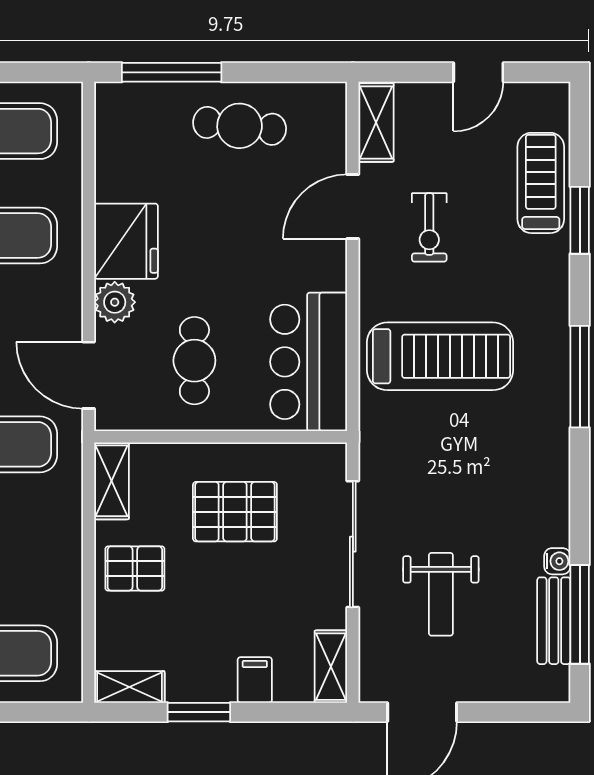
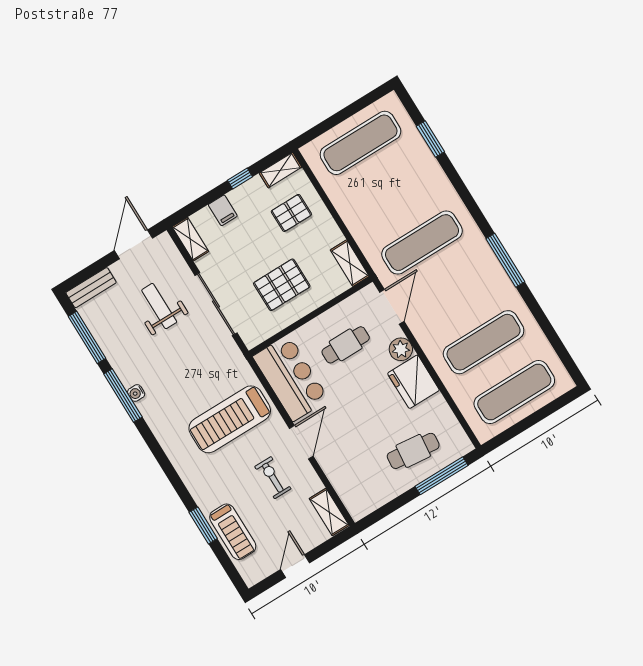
cafe table: (240, 126) -> (413, 451), moved
door: (353, 207) -> (301, 442), moved
cafe table: (194, 361) -> (346, 345), turned 90
door: (89, 375) -> (392, 307), hinge flipped
window: (580, 377) -> (123, 395), moved
water cooler: (557, 561) -> (136, 393), moved
pallet: (135, 568) -> (291, 213), moved
bench: (554, 621) -> (91, 288), moved, turned 90
window: (199, 712) -> (240, 179), width x0.67

